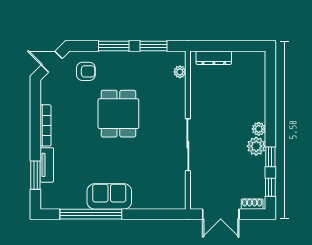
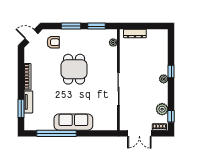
plant: (256, 146) -> (162, 109), moved
window: (270, 157) -> (171, 72), moved
sofa: (109, 196) -> (73, 122), width x1.36

